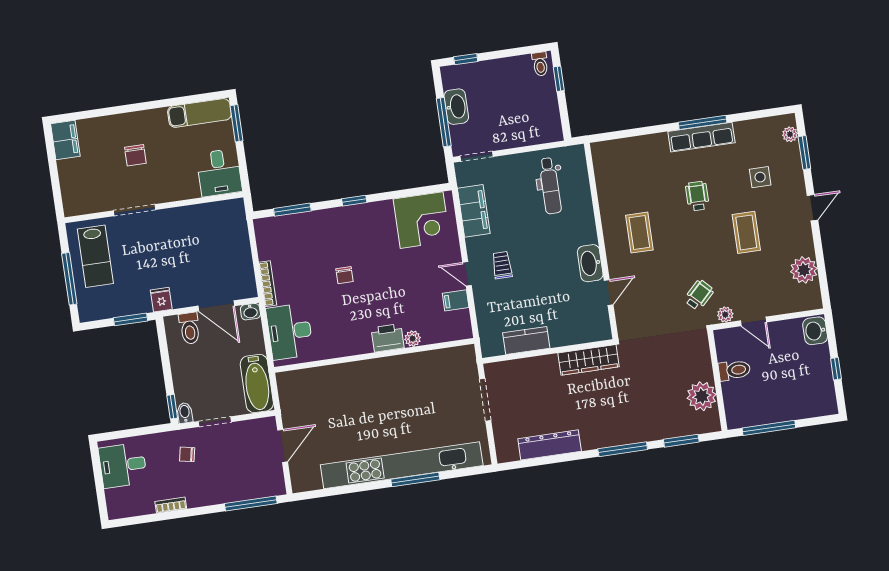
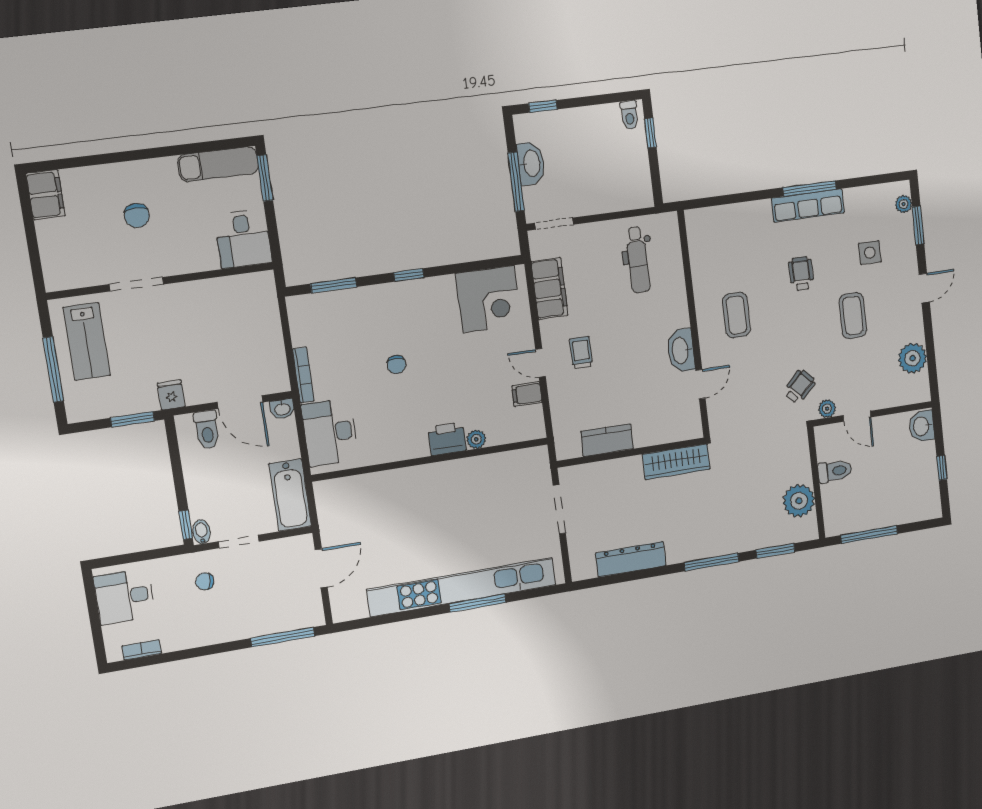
bookcase: (171, 505) -> (142, 650), moved

